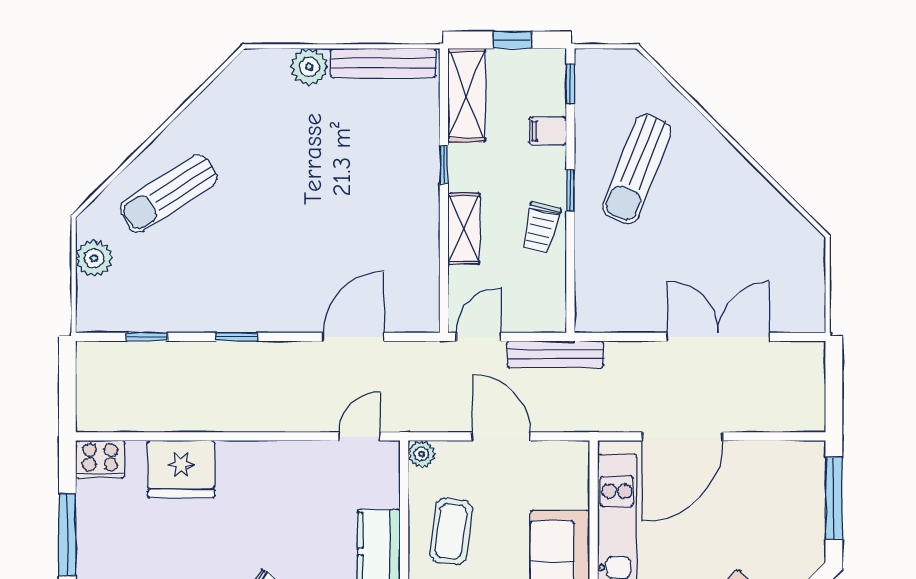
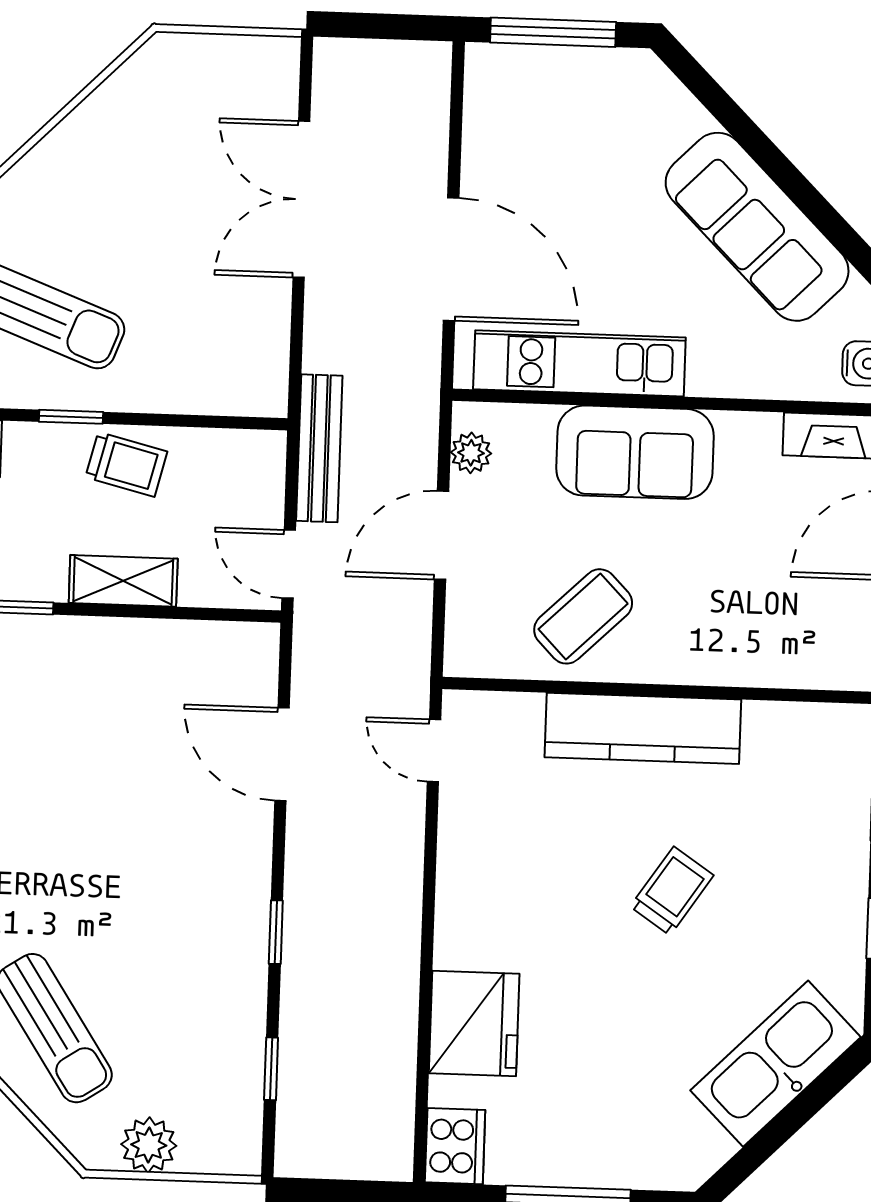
plant: (422, 454) -> (471, 453), moved
coffee table: (451, 531) -> (583, 616), turned -51

